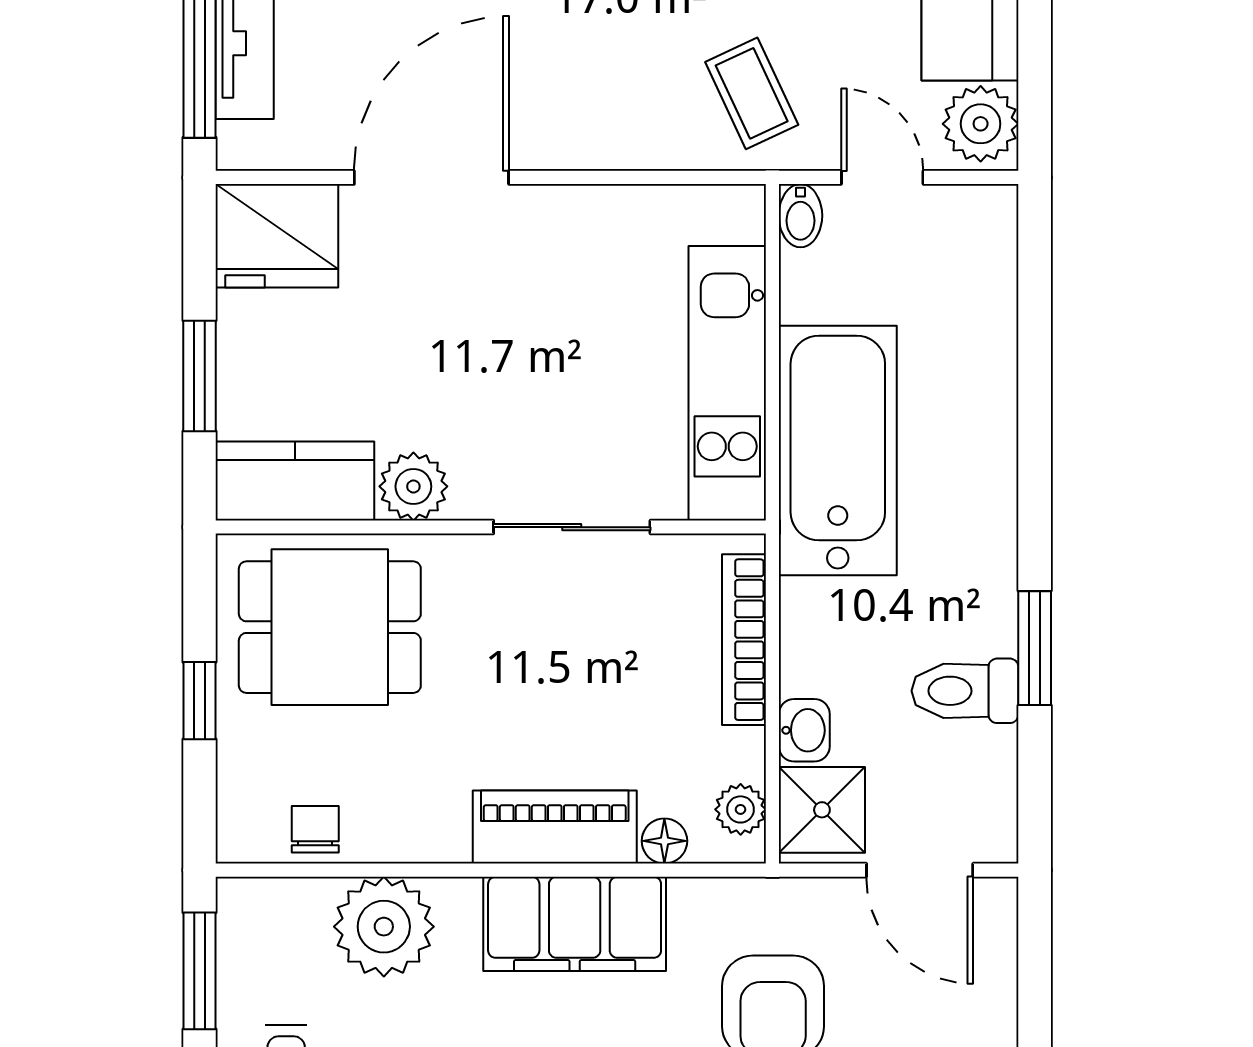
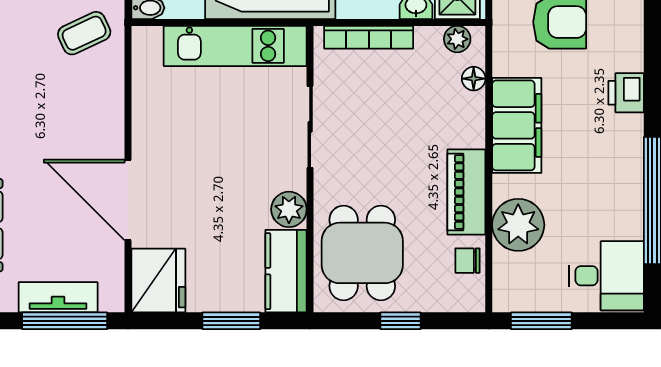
piano: (555, 827) -> (466, 192), moved

